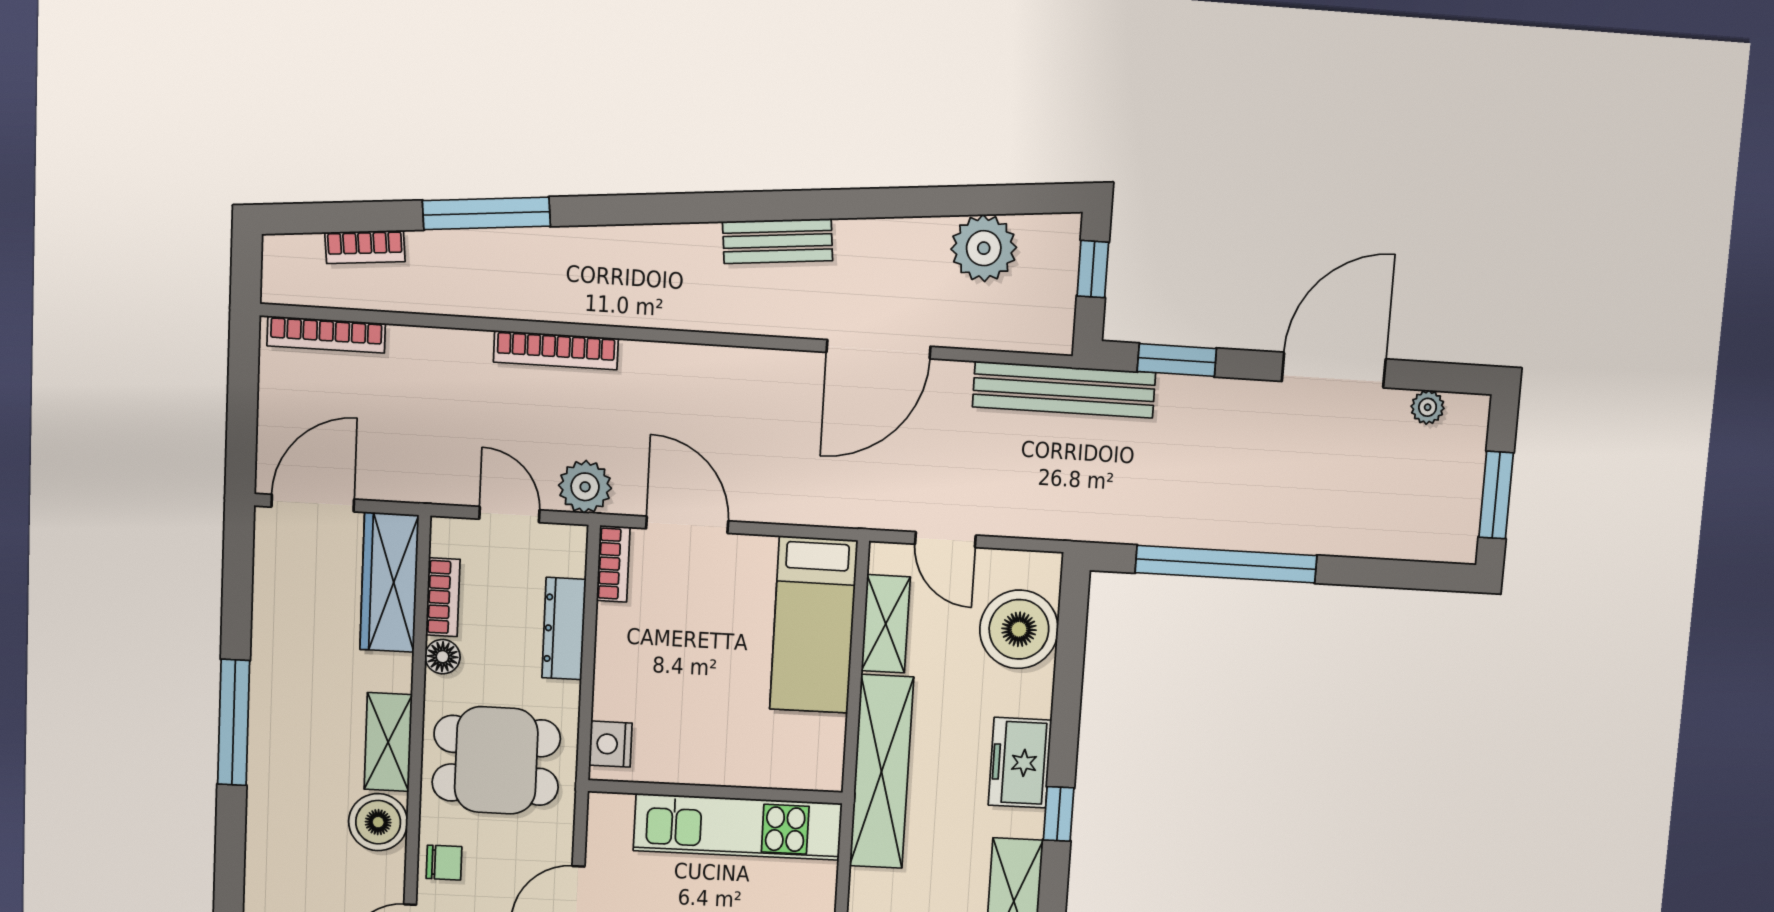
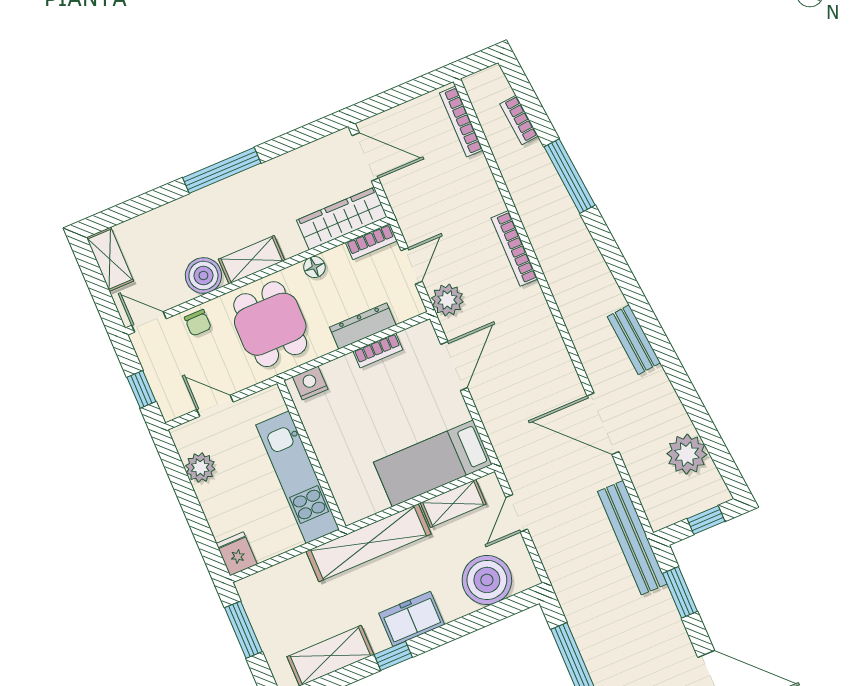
bookcase: (613, 564) -> (378, 350), moved
bookcase: (443, 597) -> (371, 242), moved

